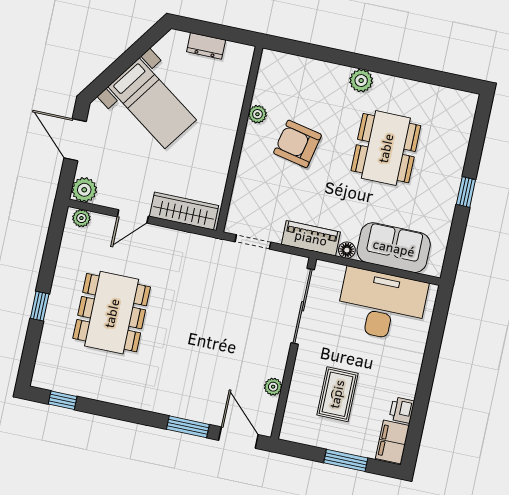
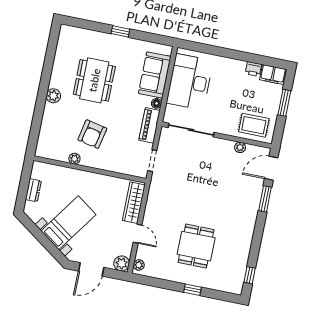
dining table: (386, 148) -> (94, 80), turned 90
dining table: (112, 313) -> (196, 246), width x0.73
rug: (337, 394) -> (254, 125), moved

